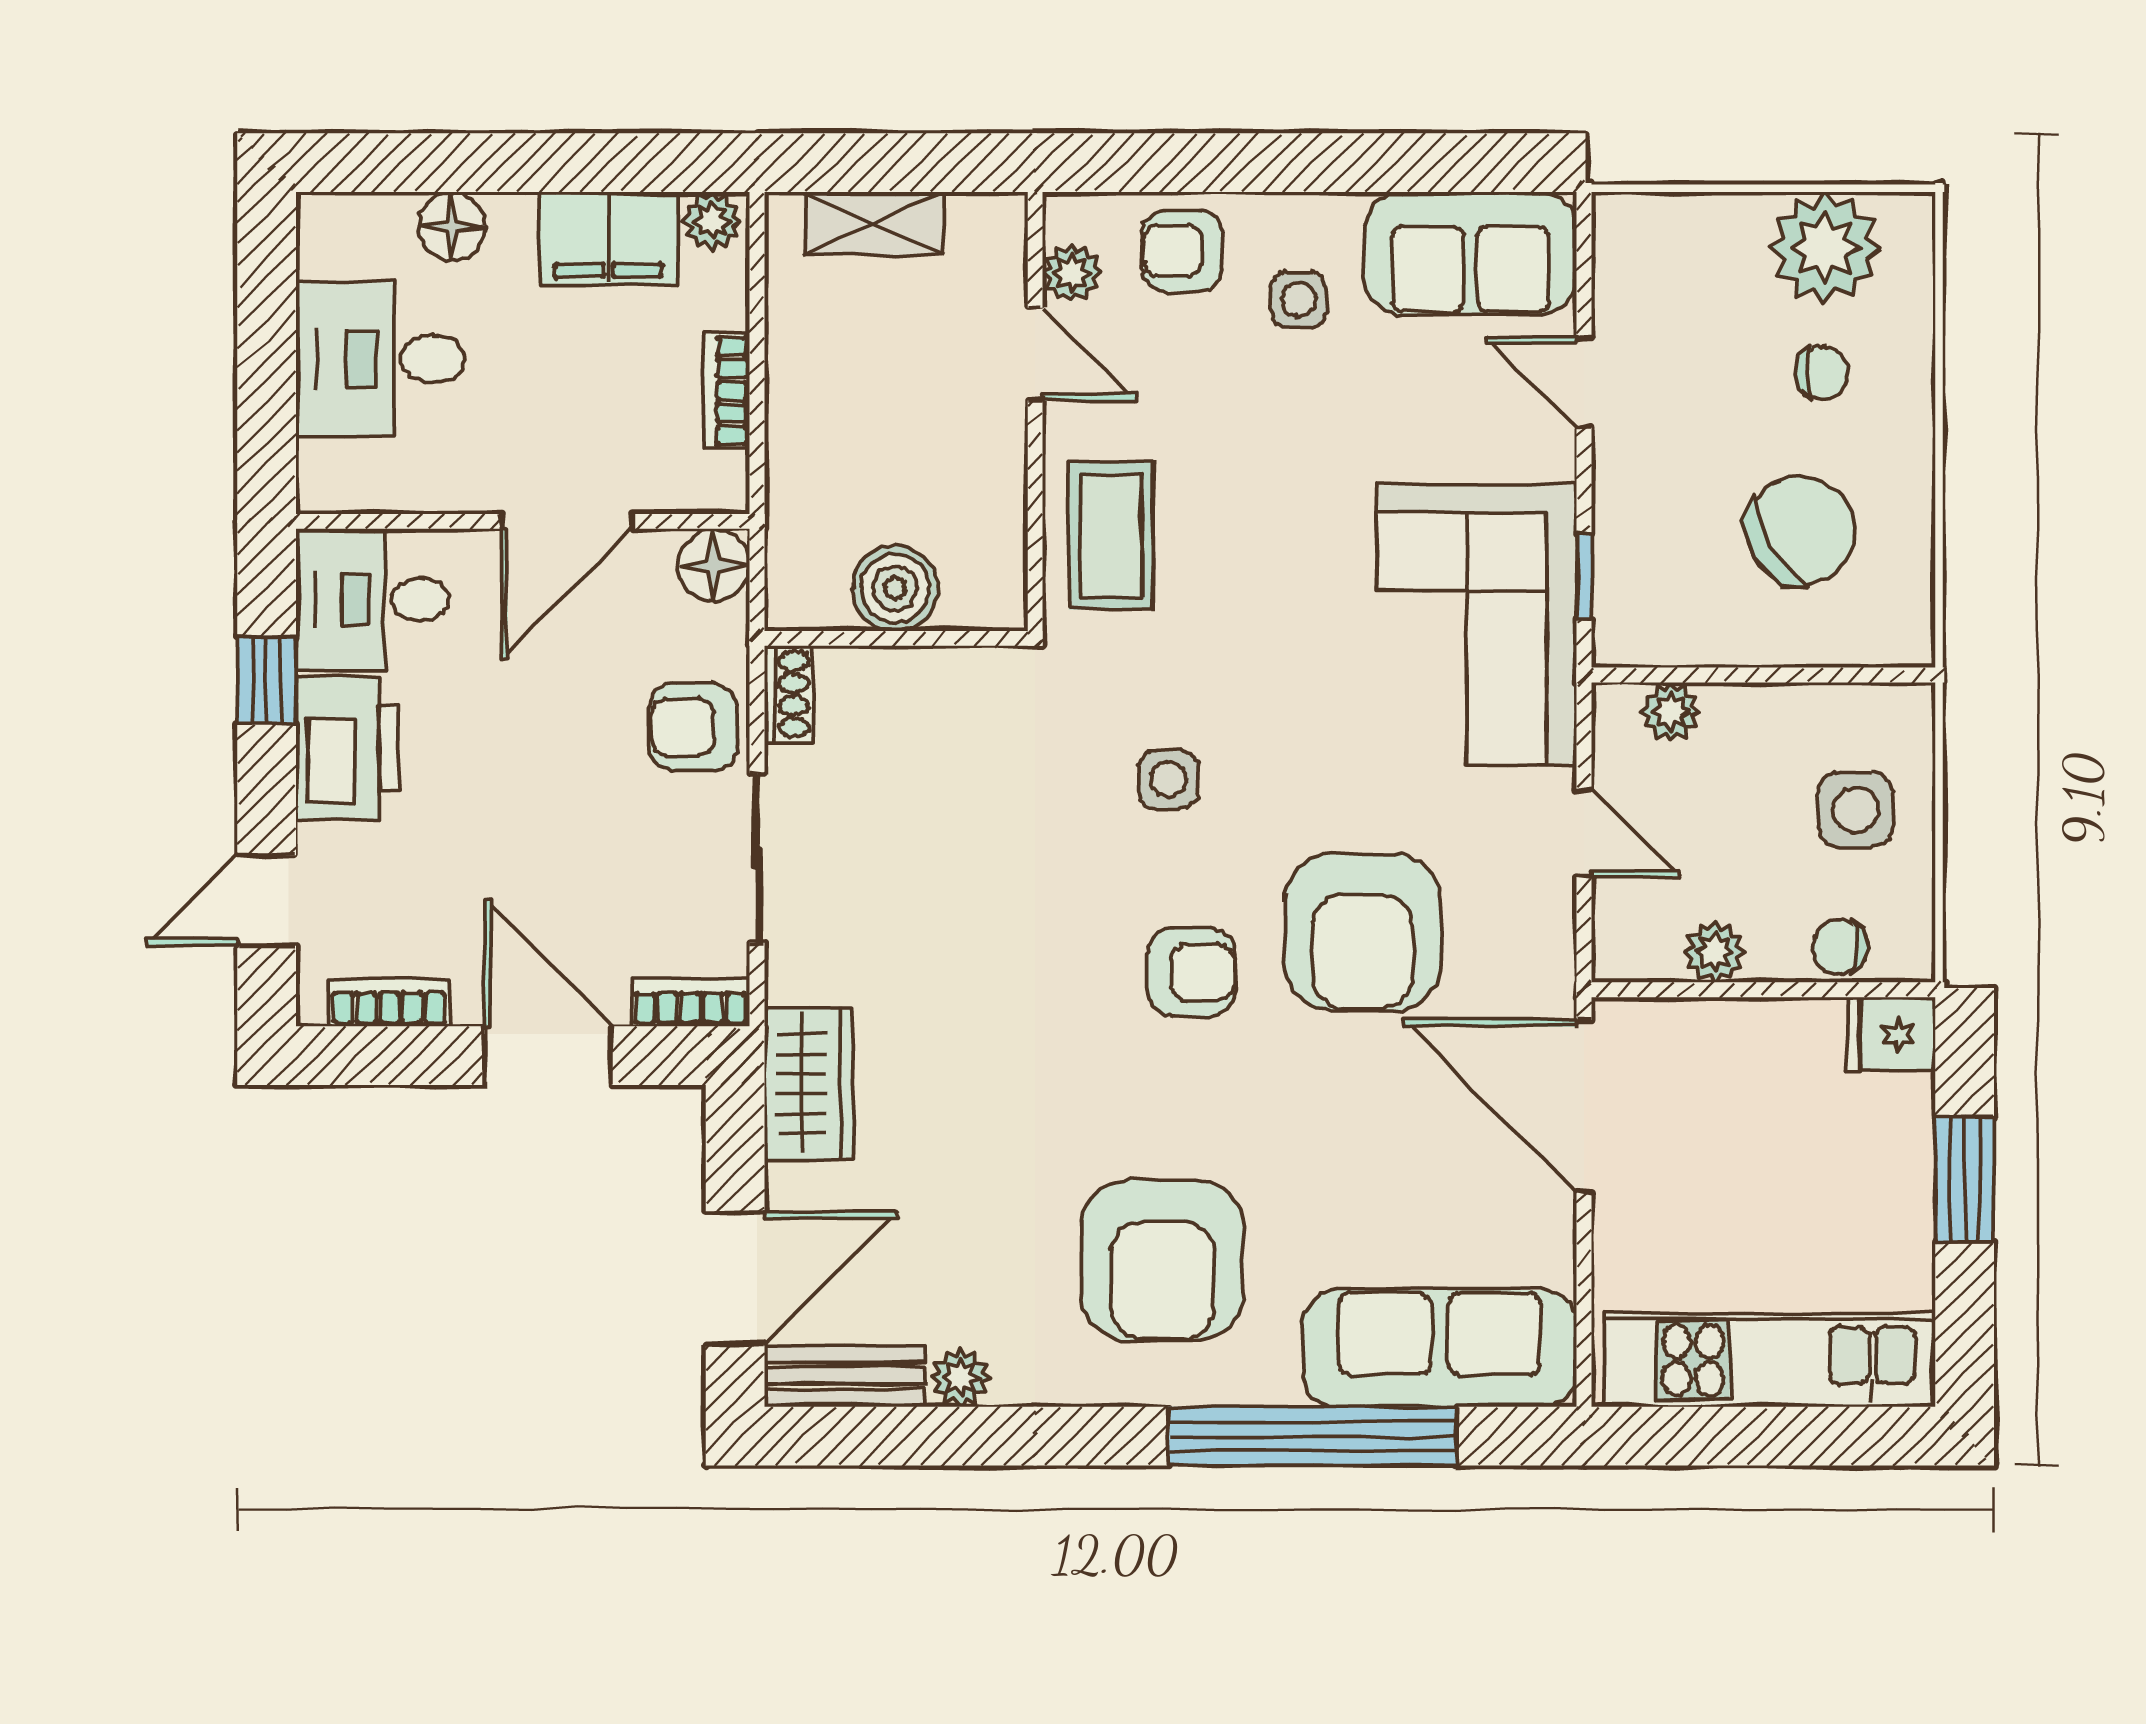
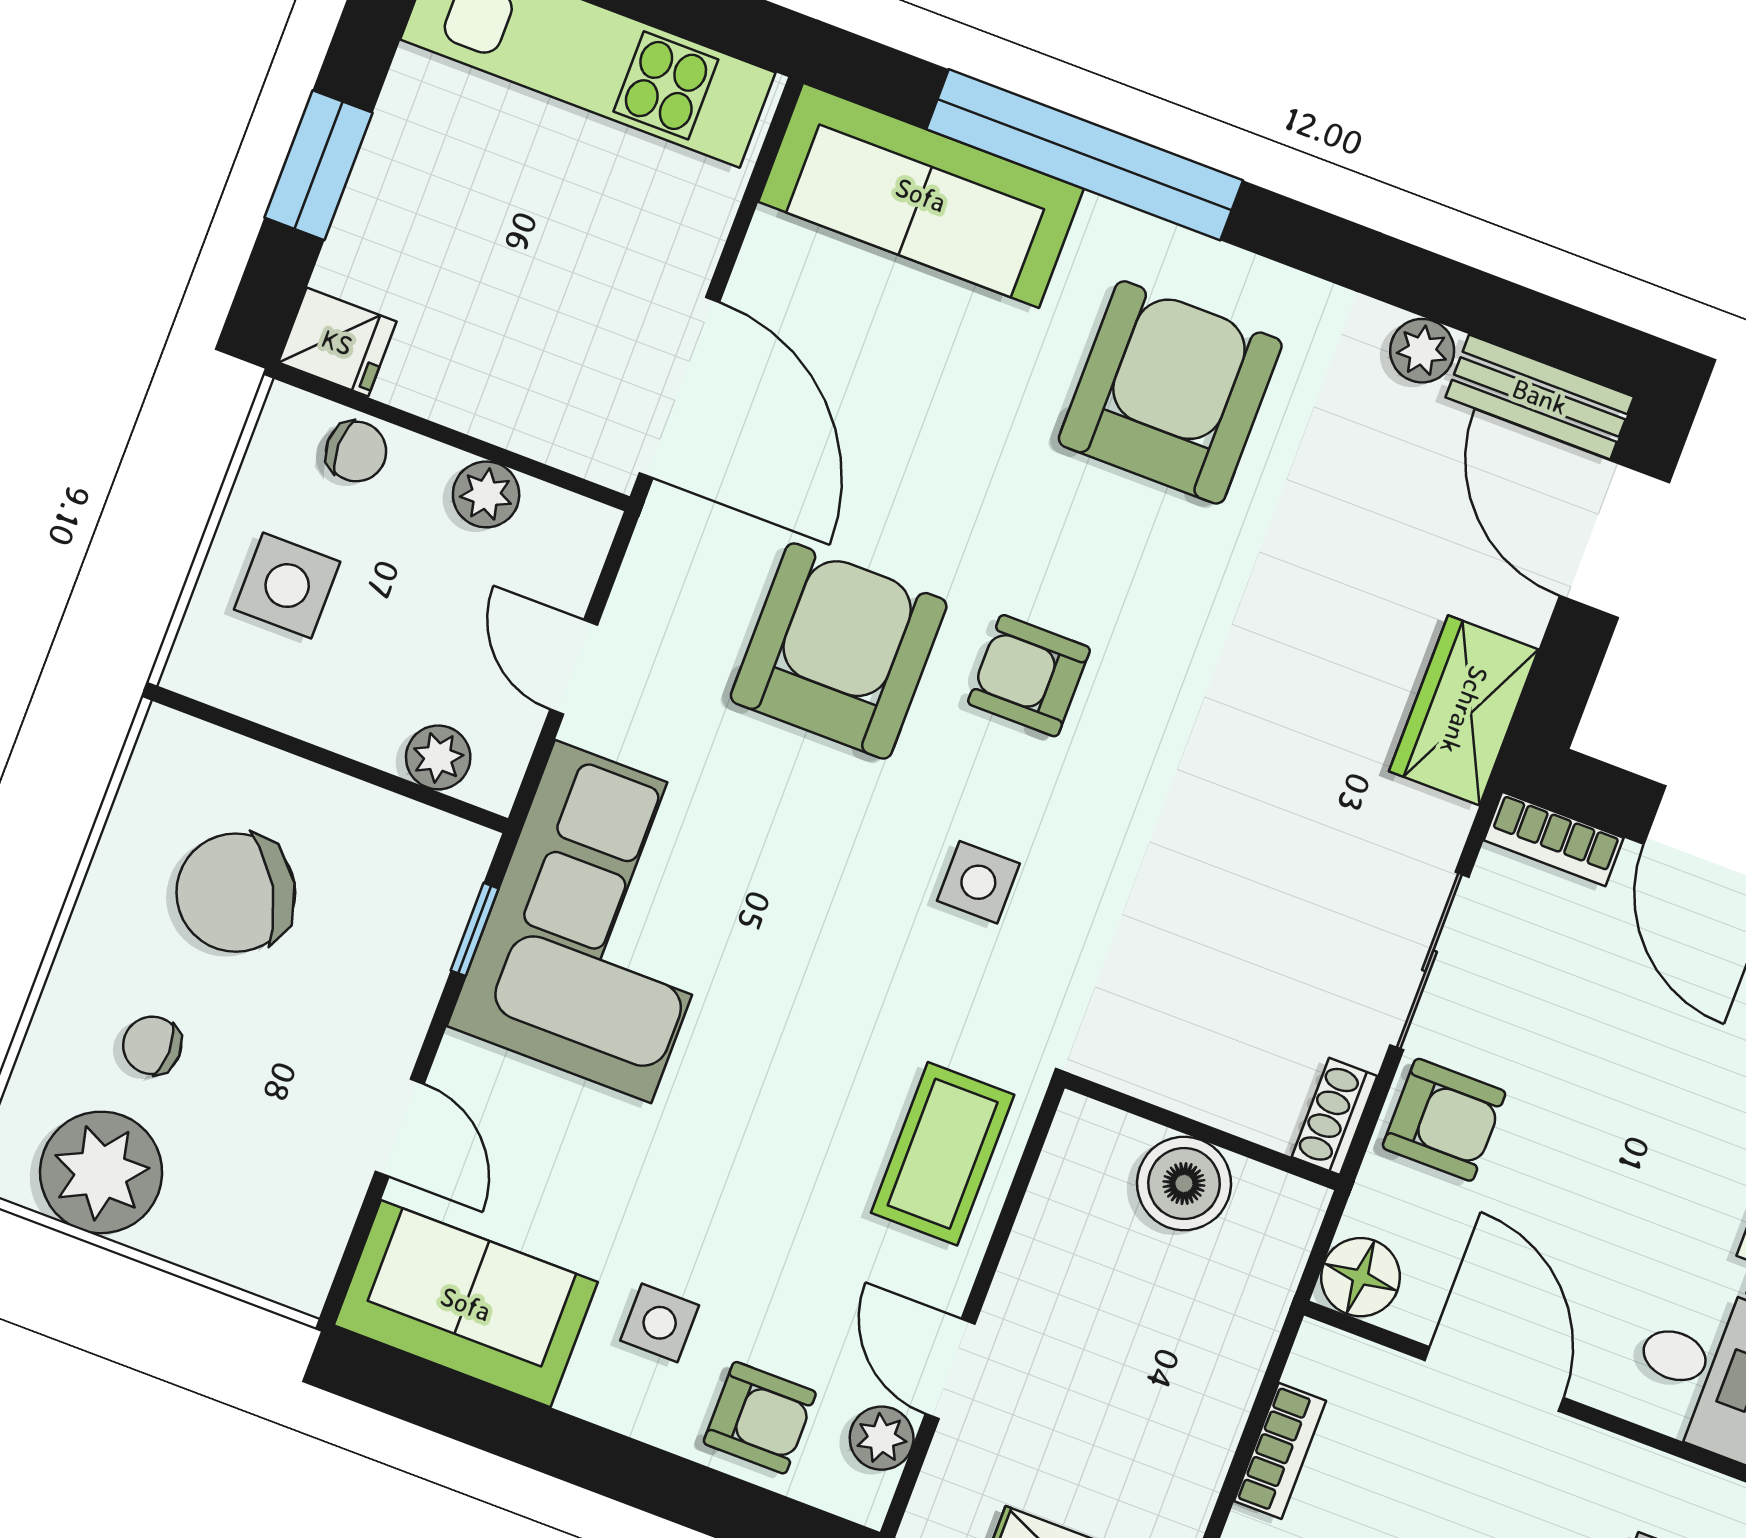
door: (567, 521) -> (1494, 1379), hinge flipped
door: (735, 1279) -> (1615, 539), hinge flipped

